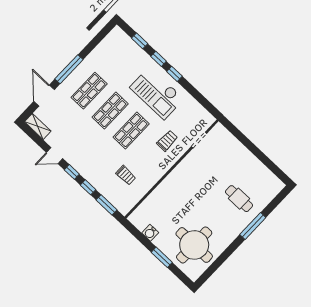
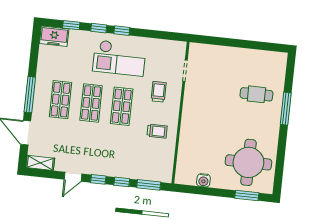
freezer: (121, 40) -> (54, 36), added
trolley: (126, 175) -> (157, 131), moved
window: (162, 257) -> (247, 196), moved

